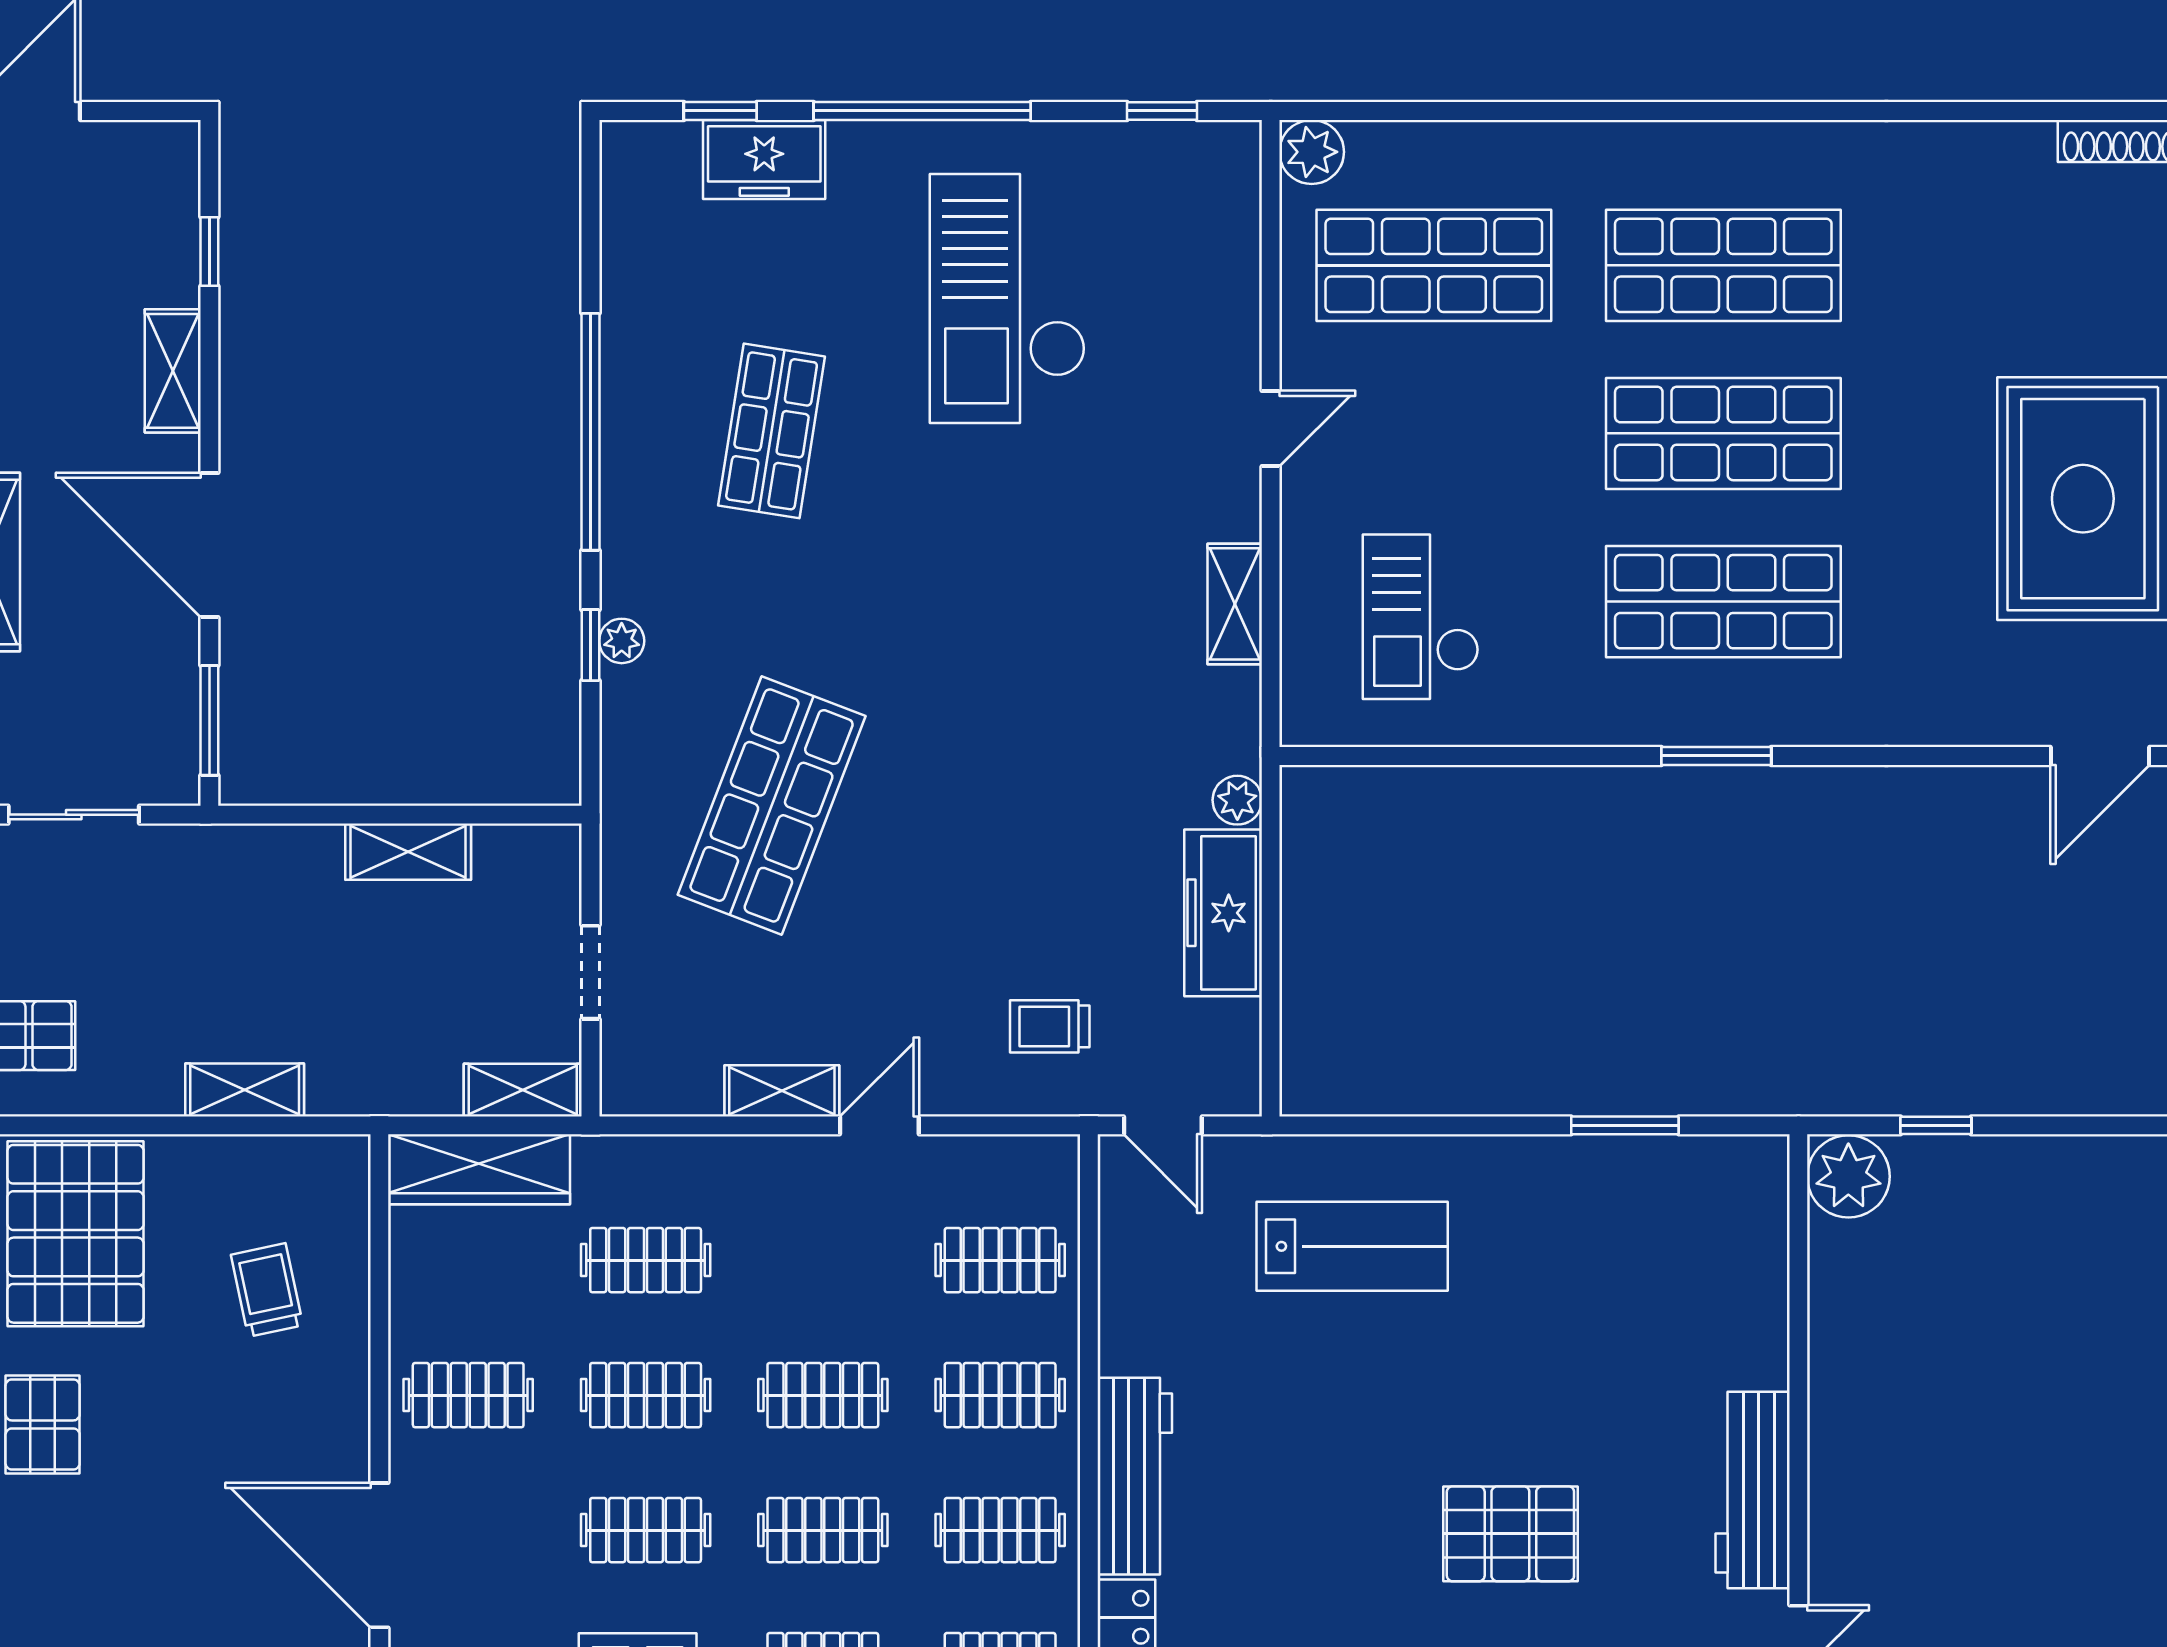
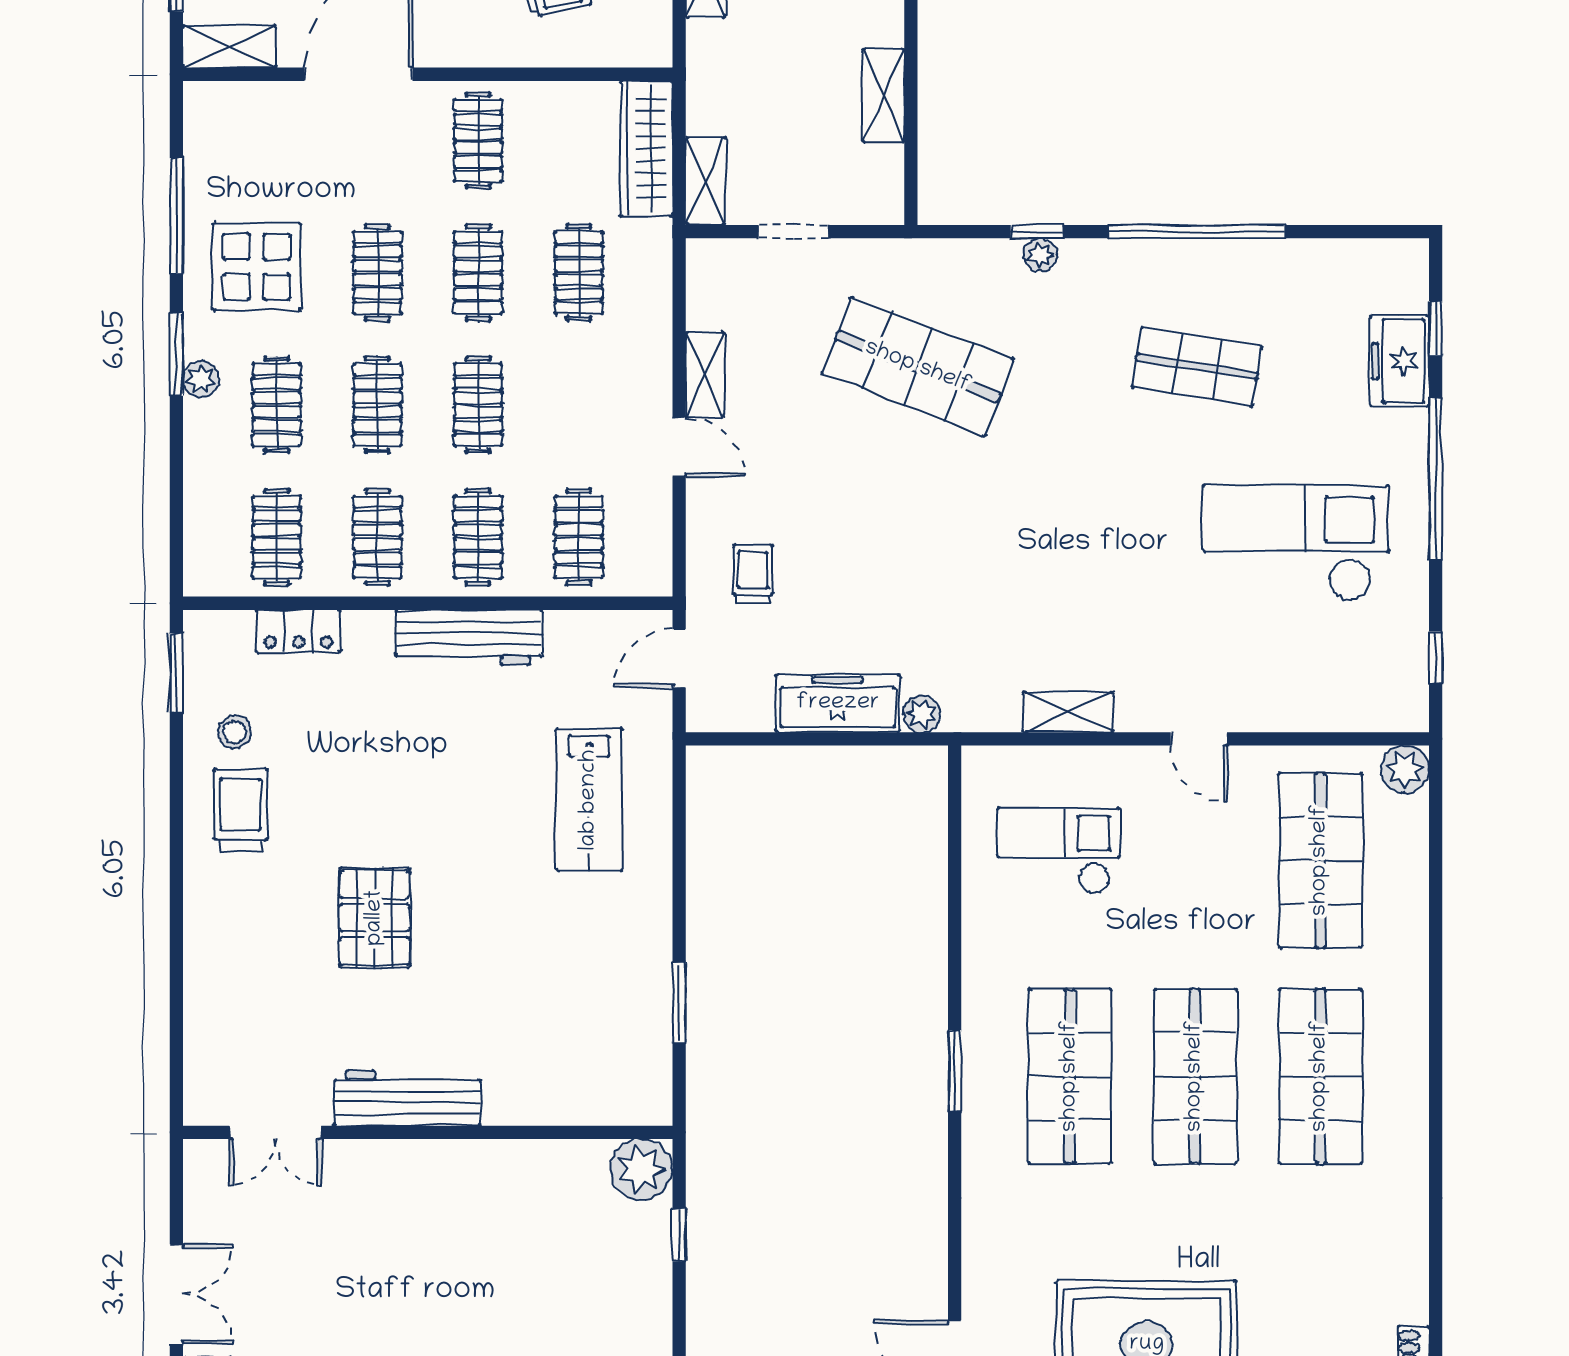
workbench: (1135, 1476) -> (469, 637), moved

